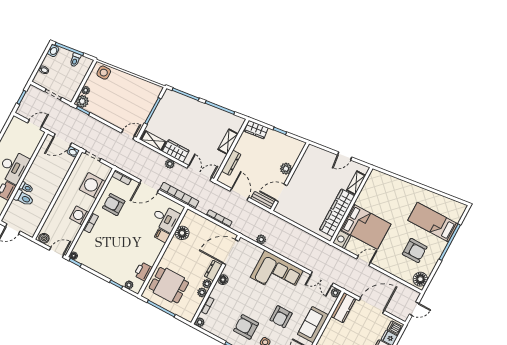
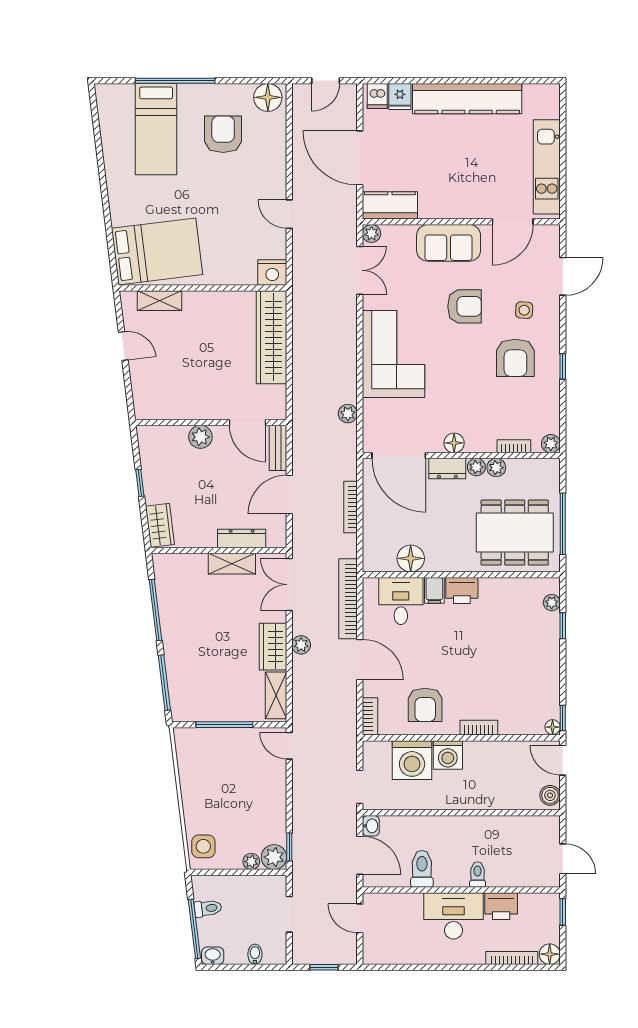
shelving: (228, 142) -> (232, 564), moved
toilet: (24, 198) -> (422, 869), moved
wardrobe: (337, 213) -> (272, 337), moved, turned 90
washing machine: (79, 215) -> (448, 755), moved
bed: (365, 227) -> (157, 251), moved, turned 83
printer: (143, 272) -> (462, 590), moved
dining table: (169, 285) -> (515, 533), width x1.38
door: (414, 309) -> (326, 81), swing flipped

